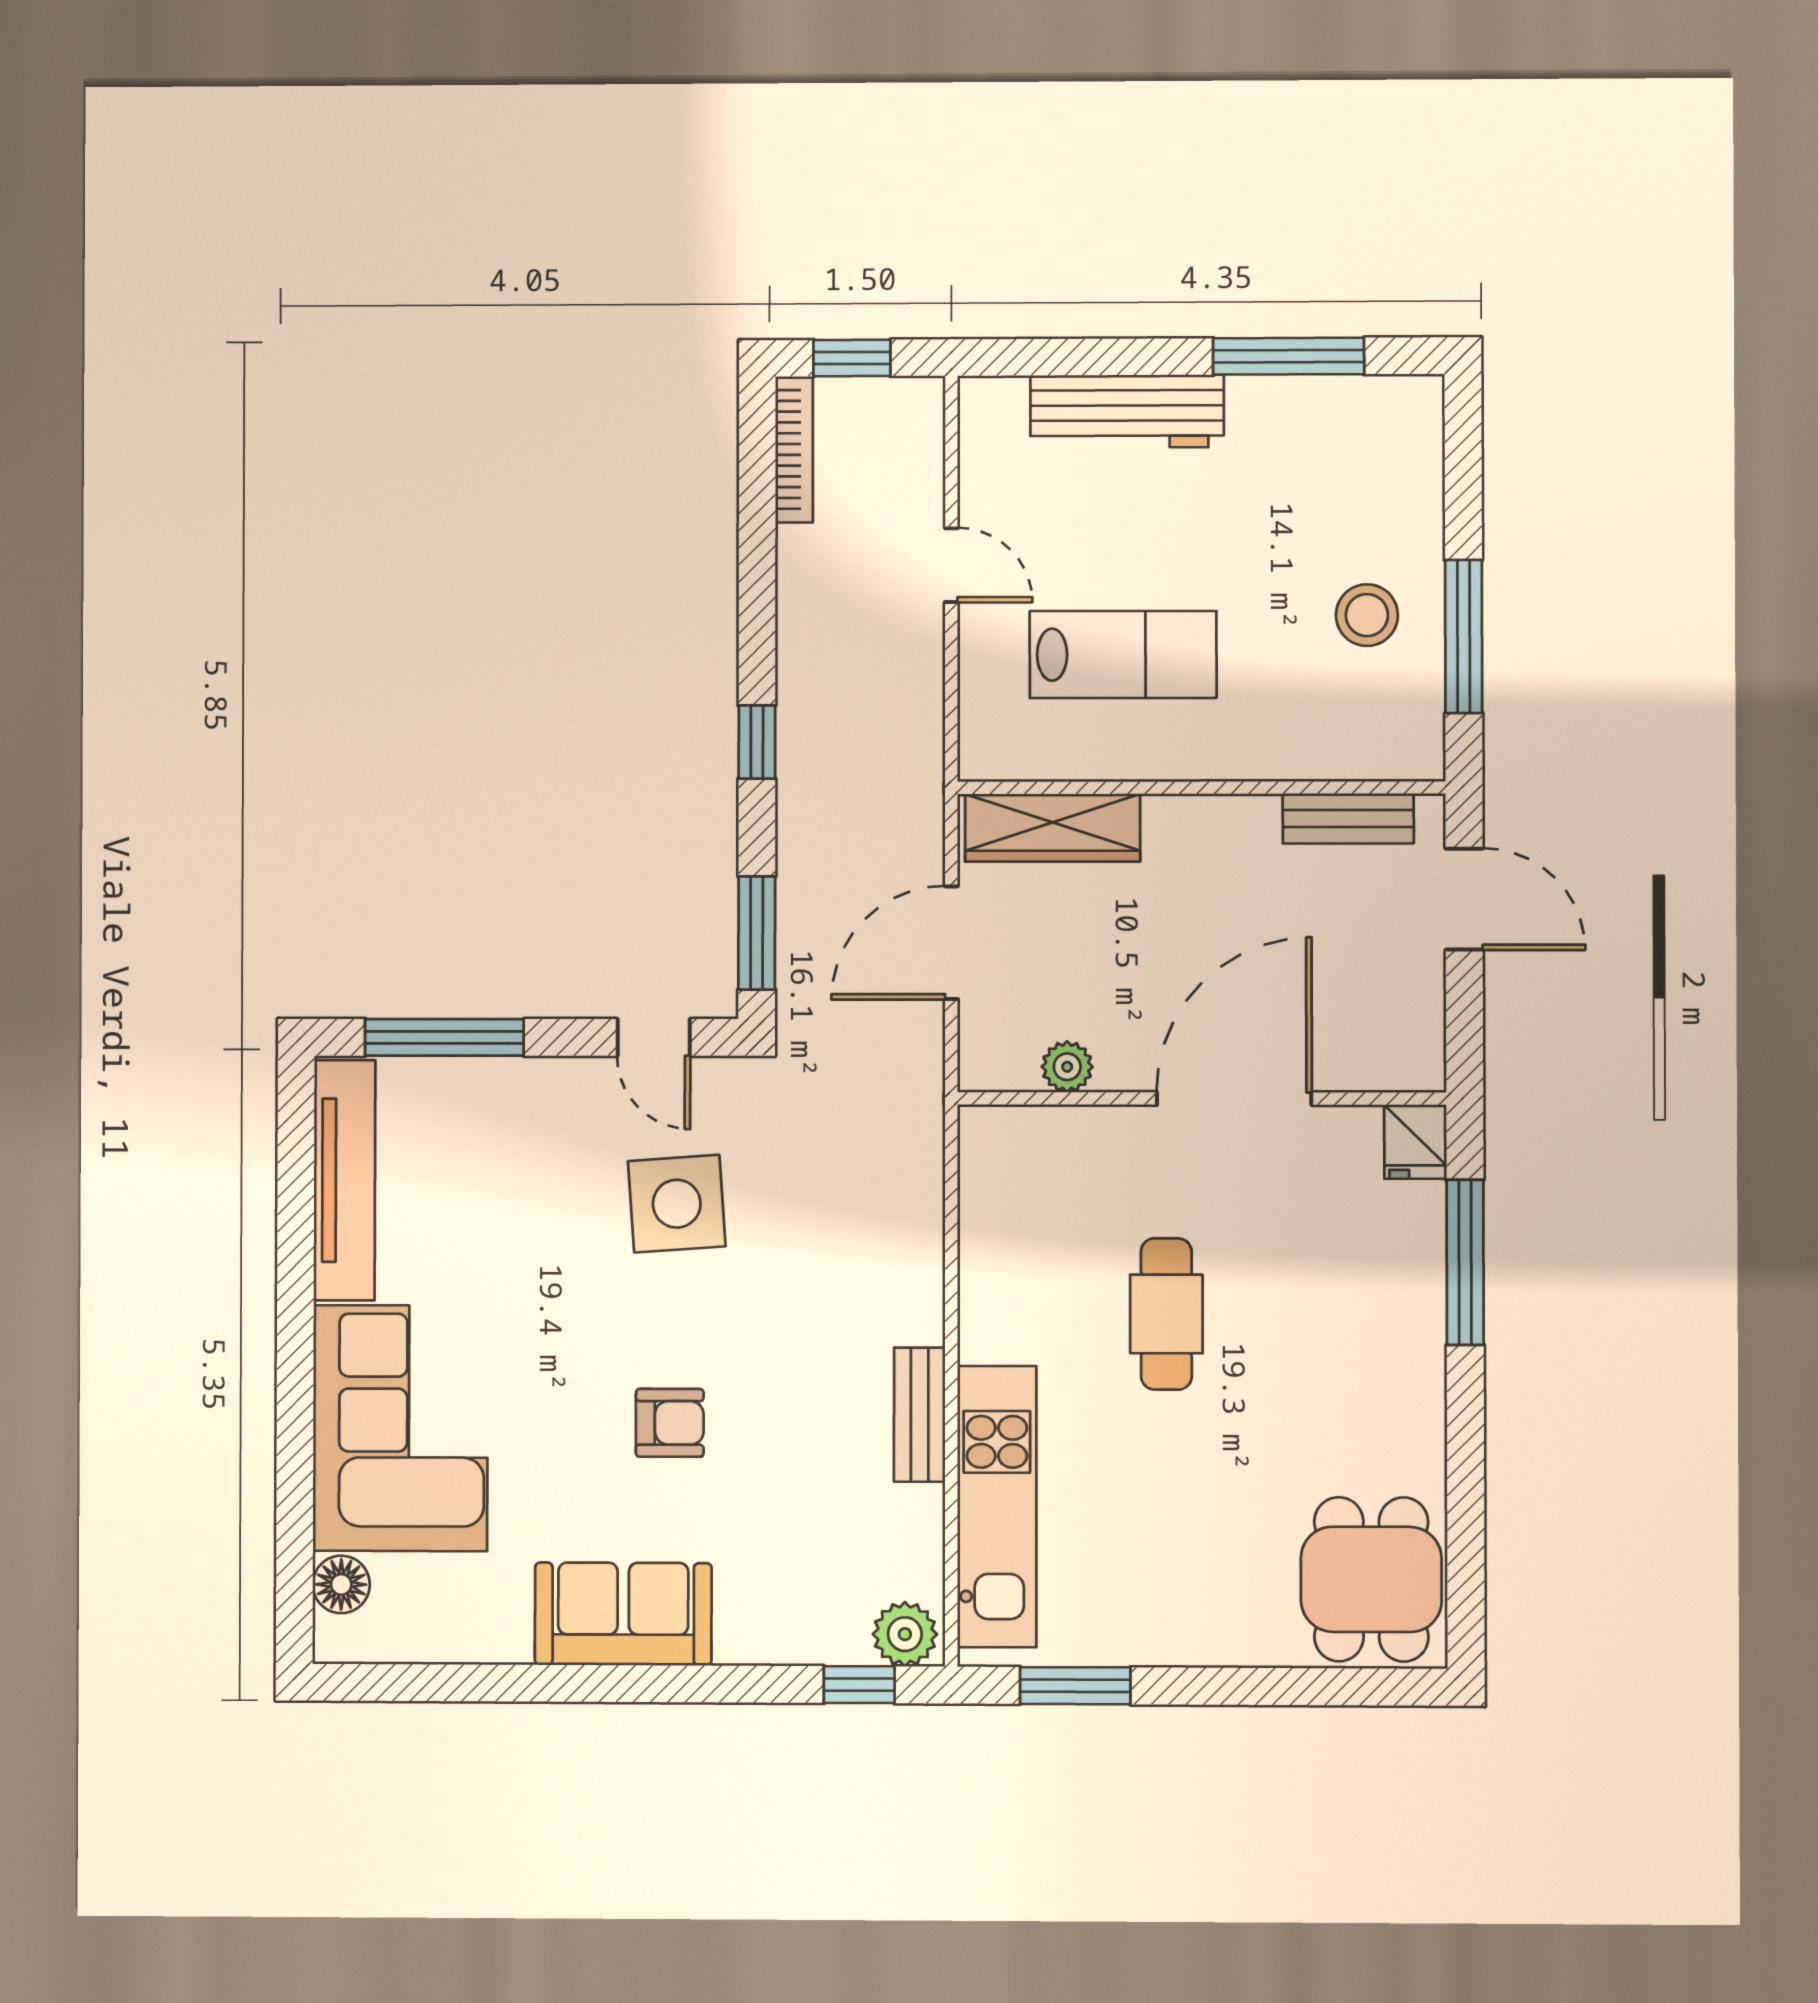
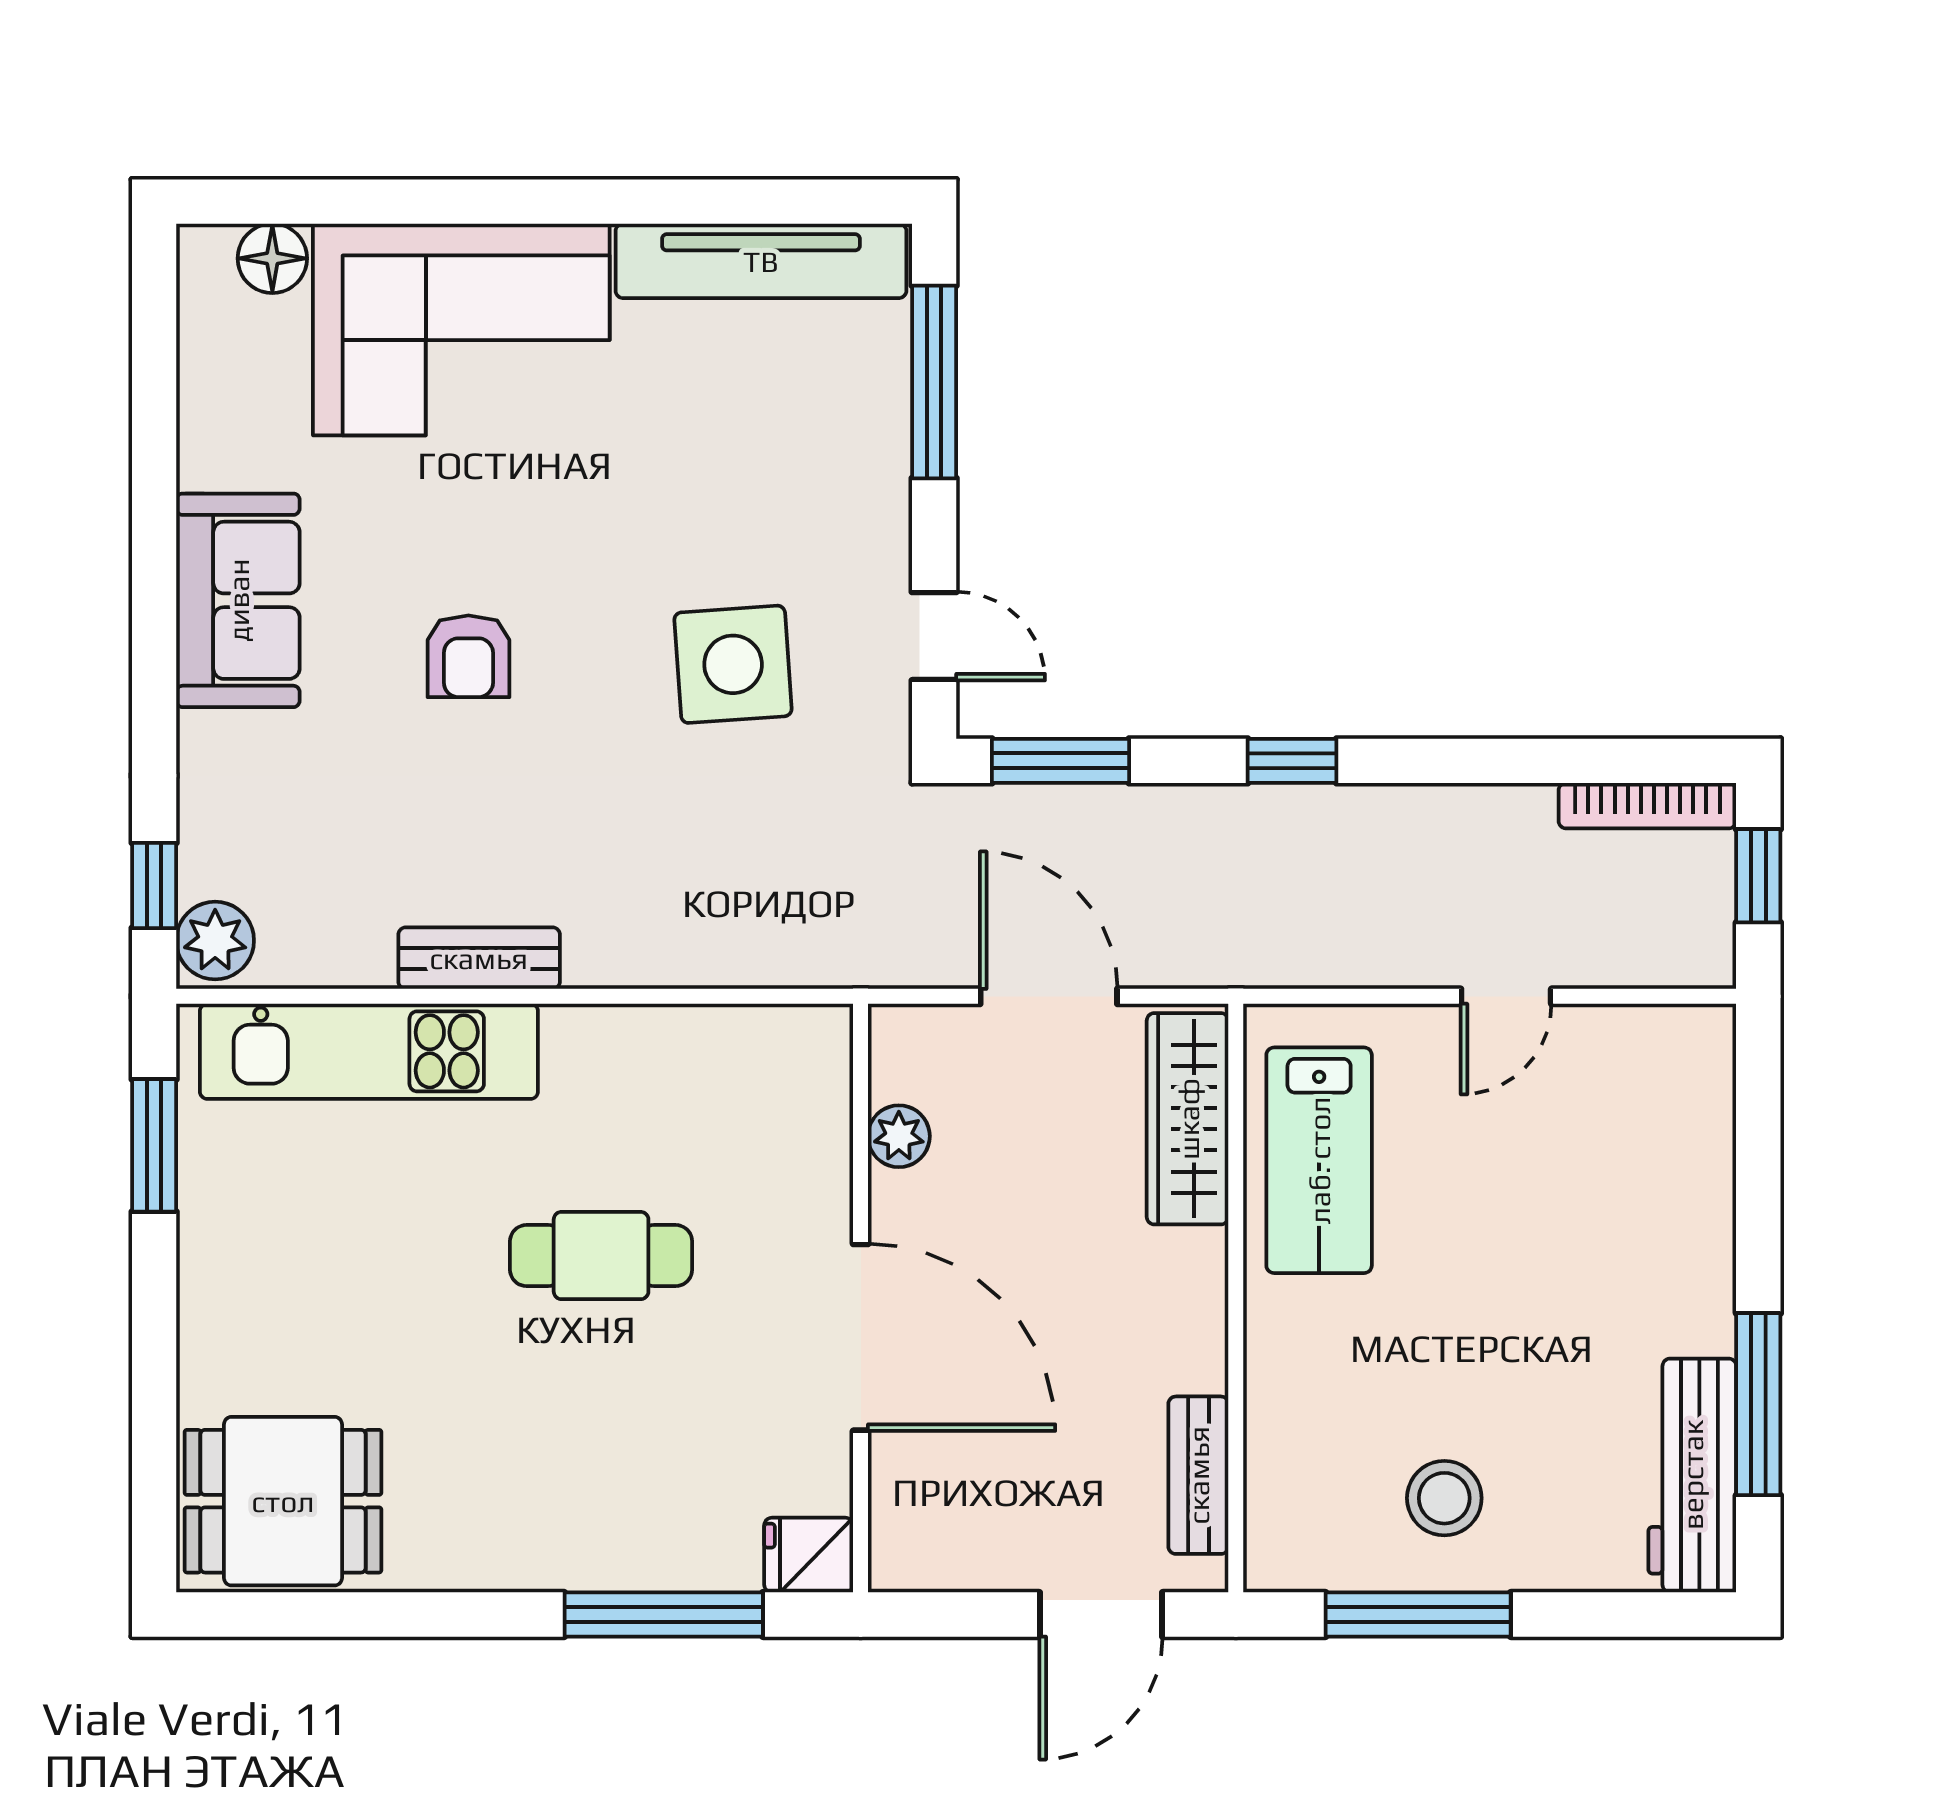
workbench: (1127, 411) -> (1692, 1475), moved
lab bench: (1123, 655) -> (1319, 1160), moved
door: (654, 1037) -> (934, 636), swing flipped

